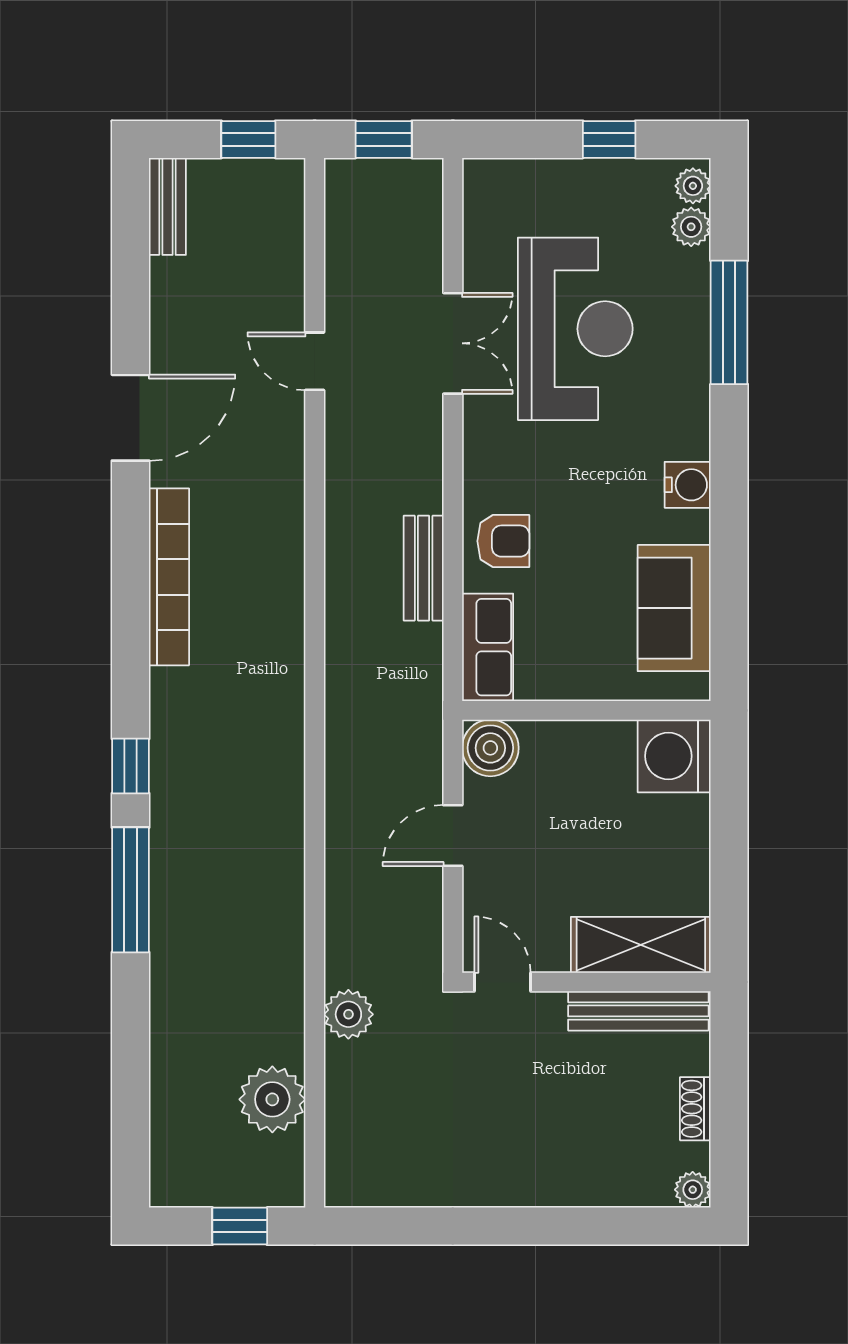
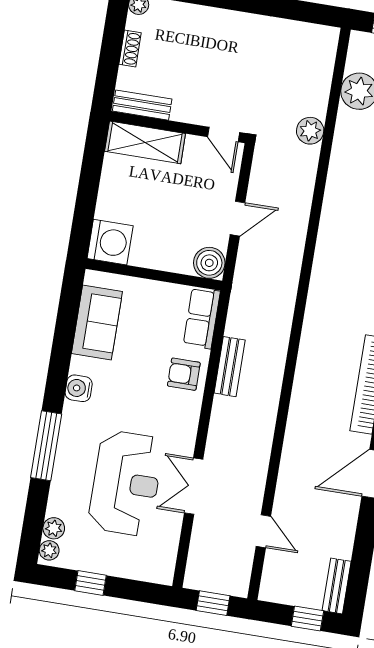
window: (248, 139) -> (307, 619), moved
window: (729, 322) -> (46, 446), moved
reception desk: (575, 329) -> (126, 483), turned 180
door: (315, 361) -> (263, 531), moved
bench: (638, 1011) -> (142, 105), width x0.73

